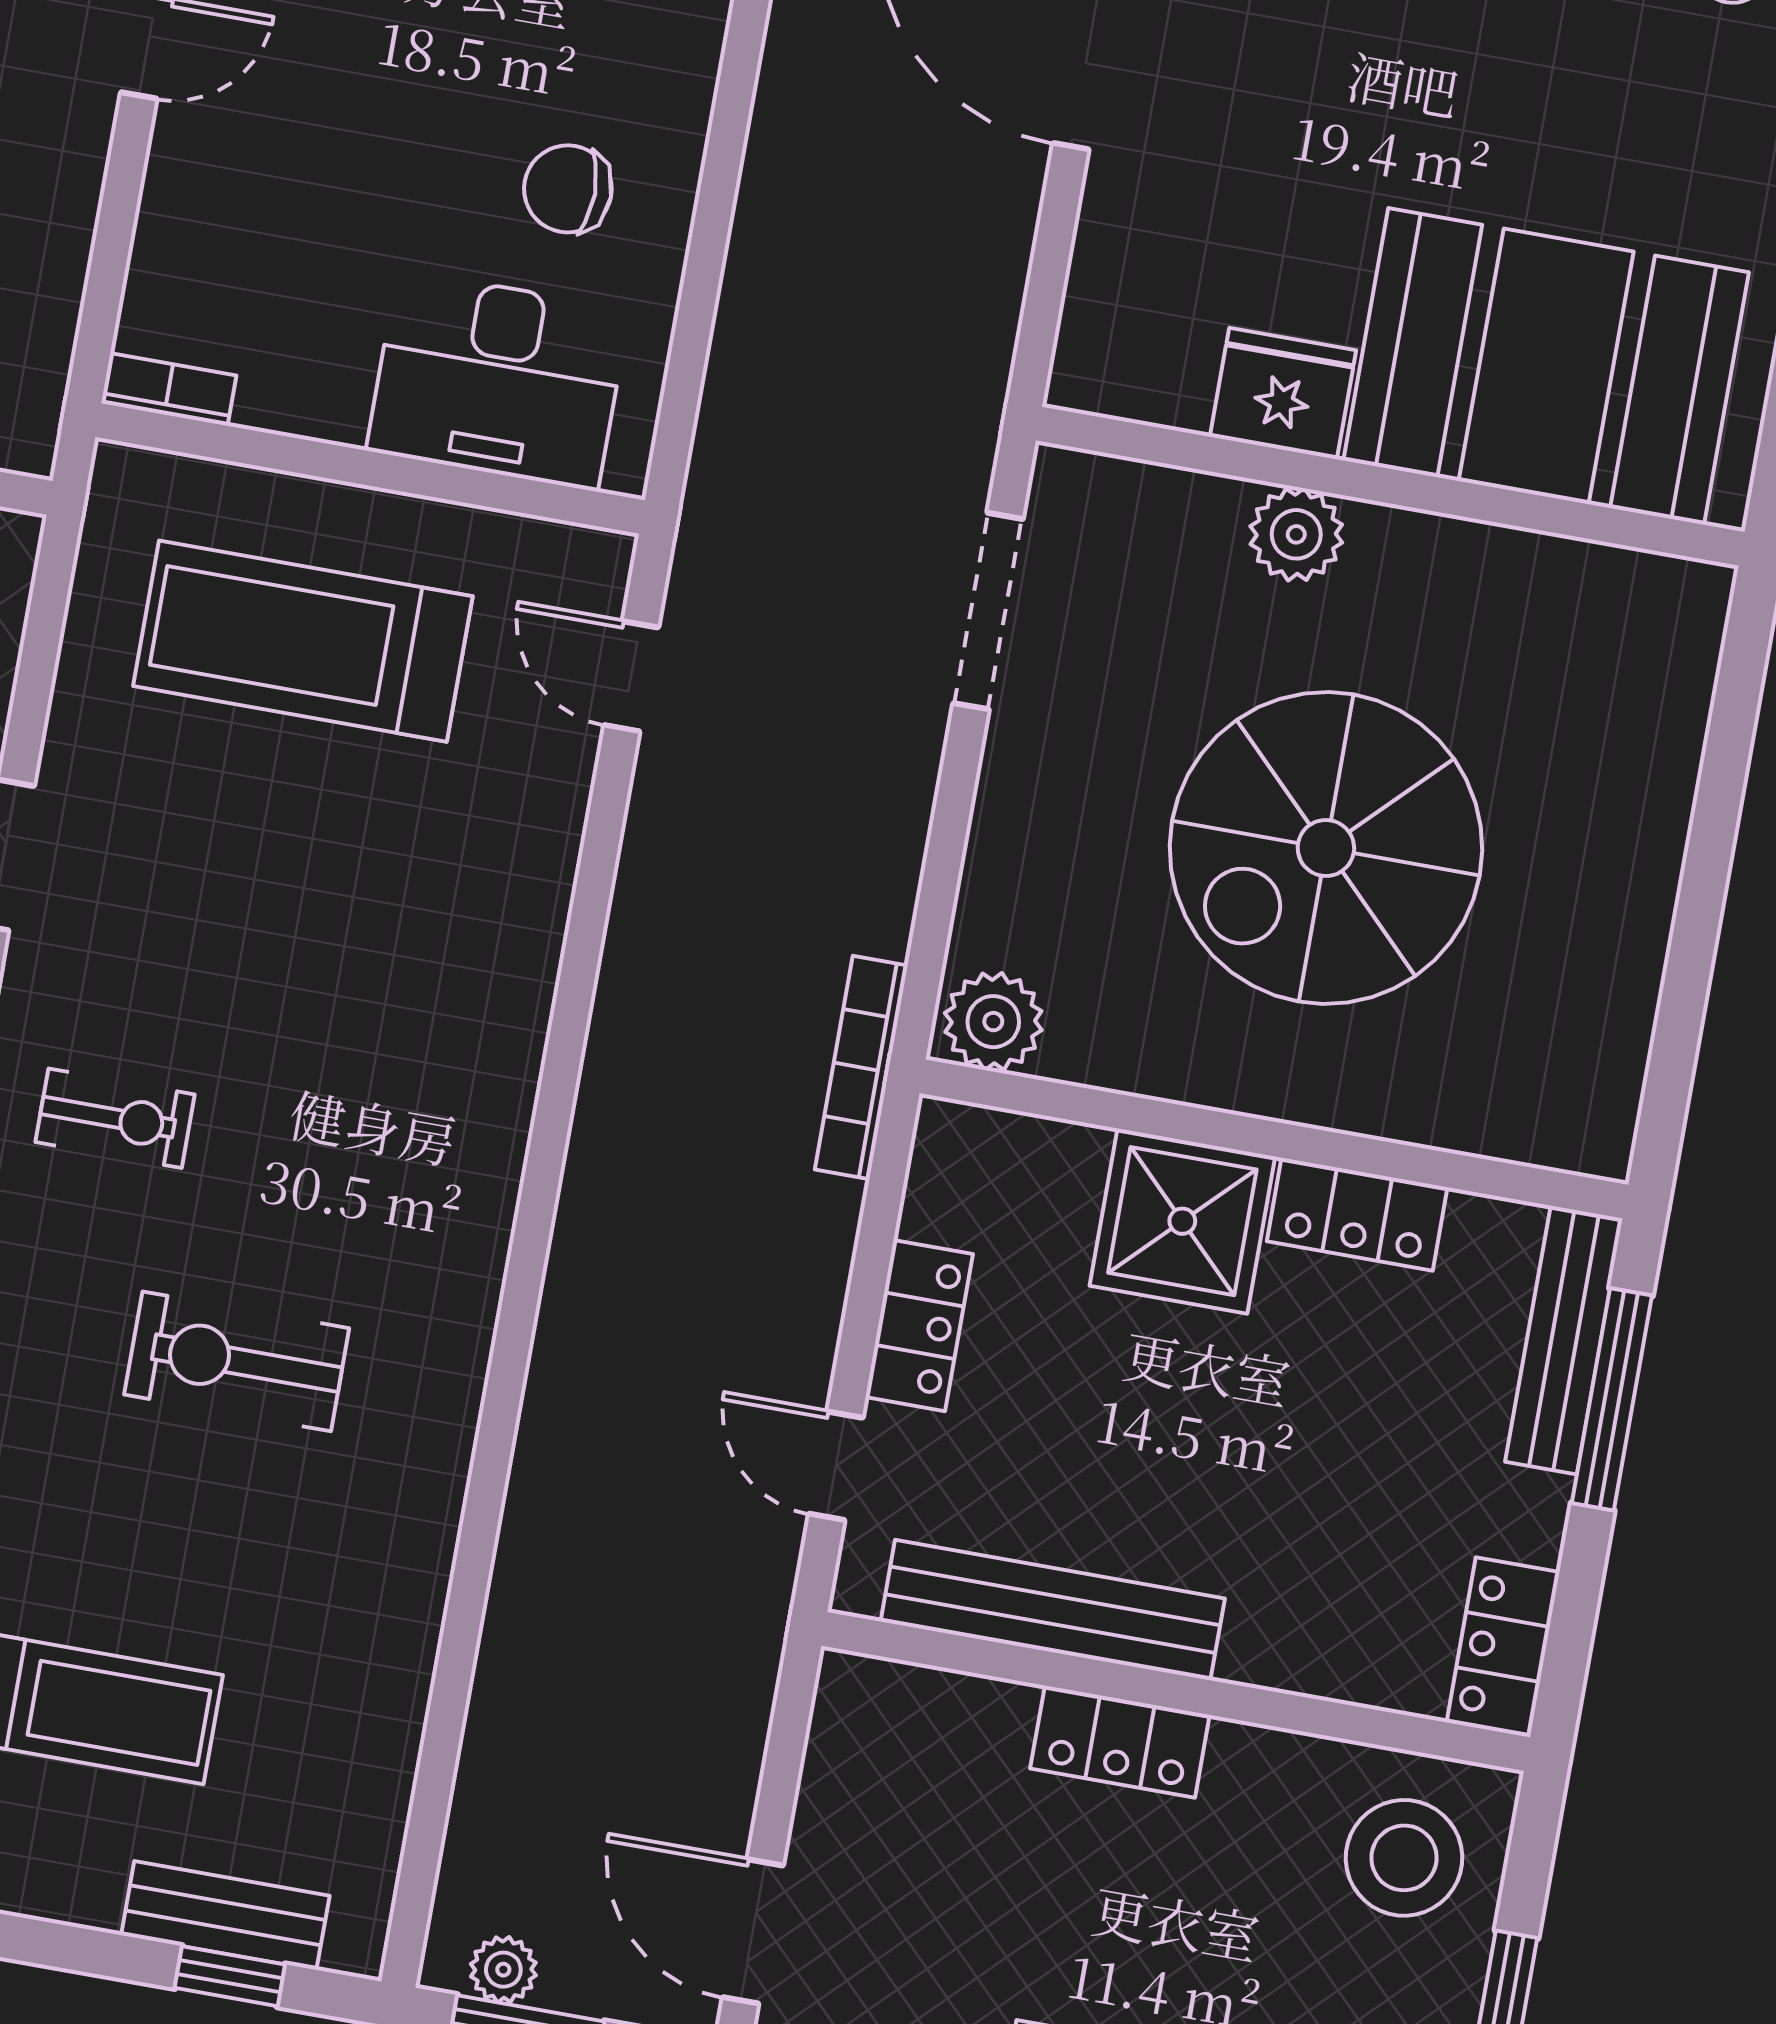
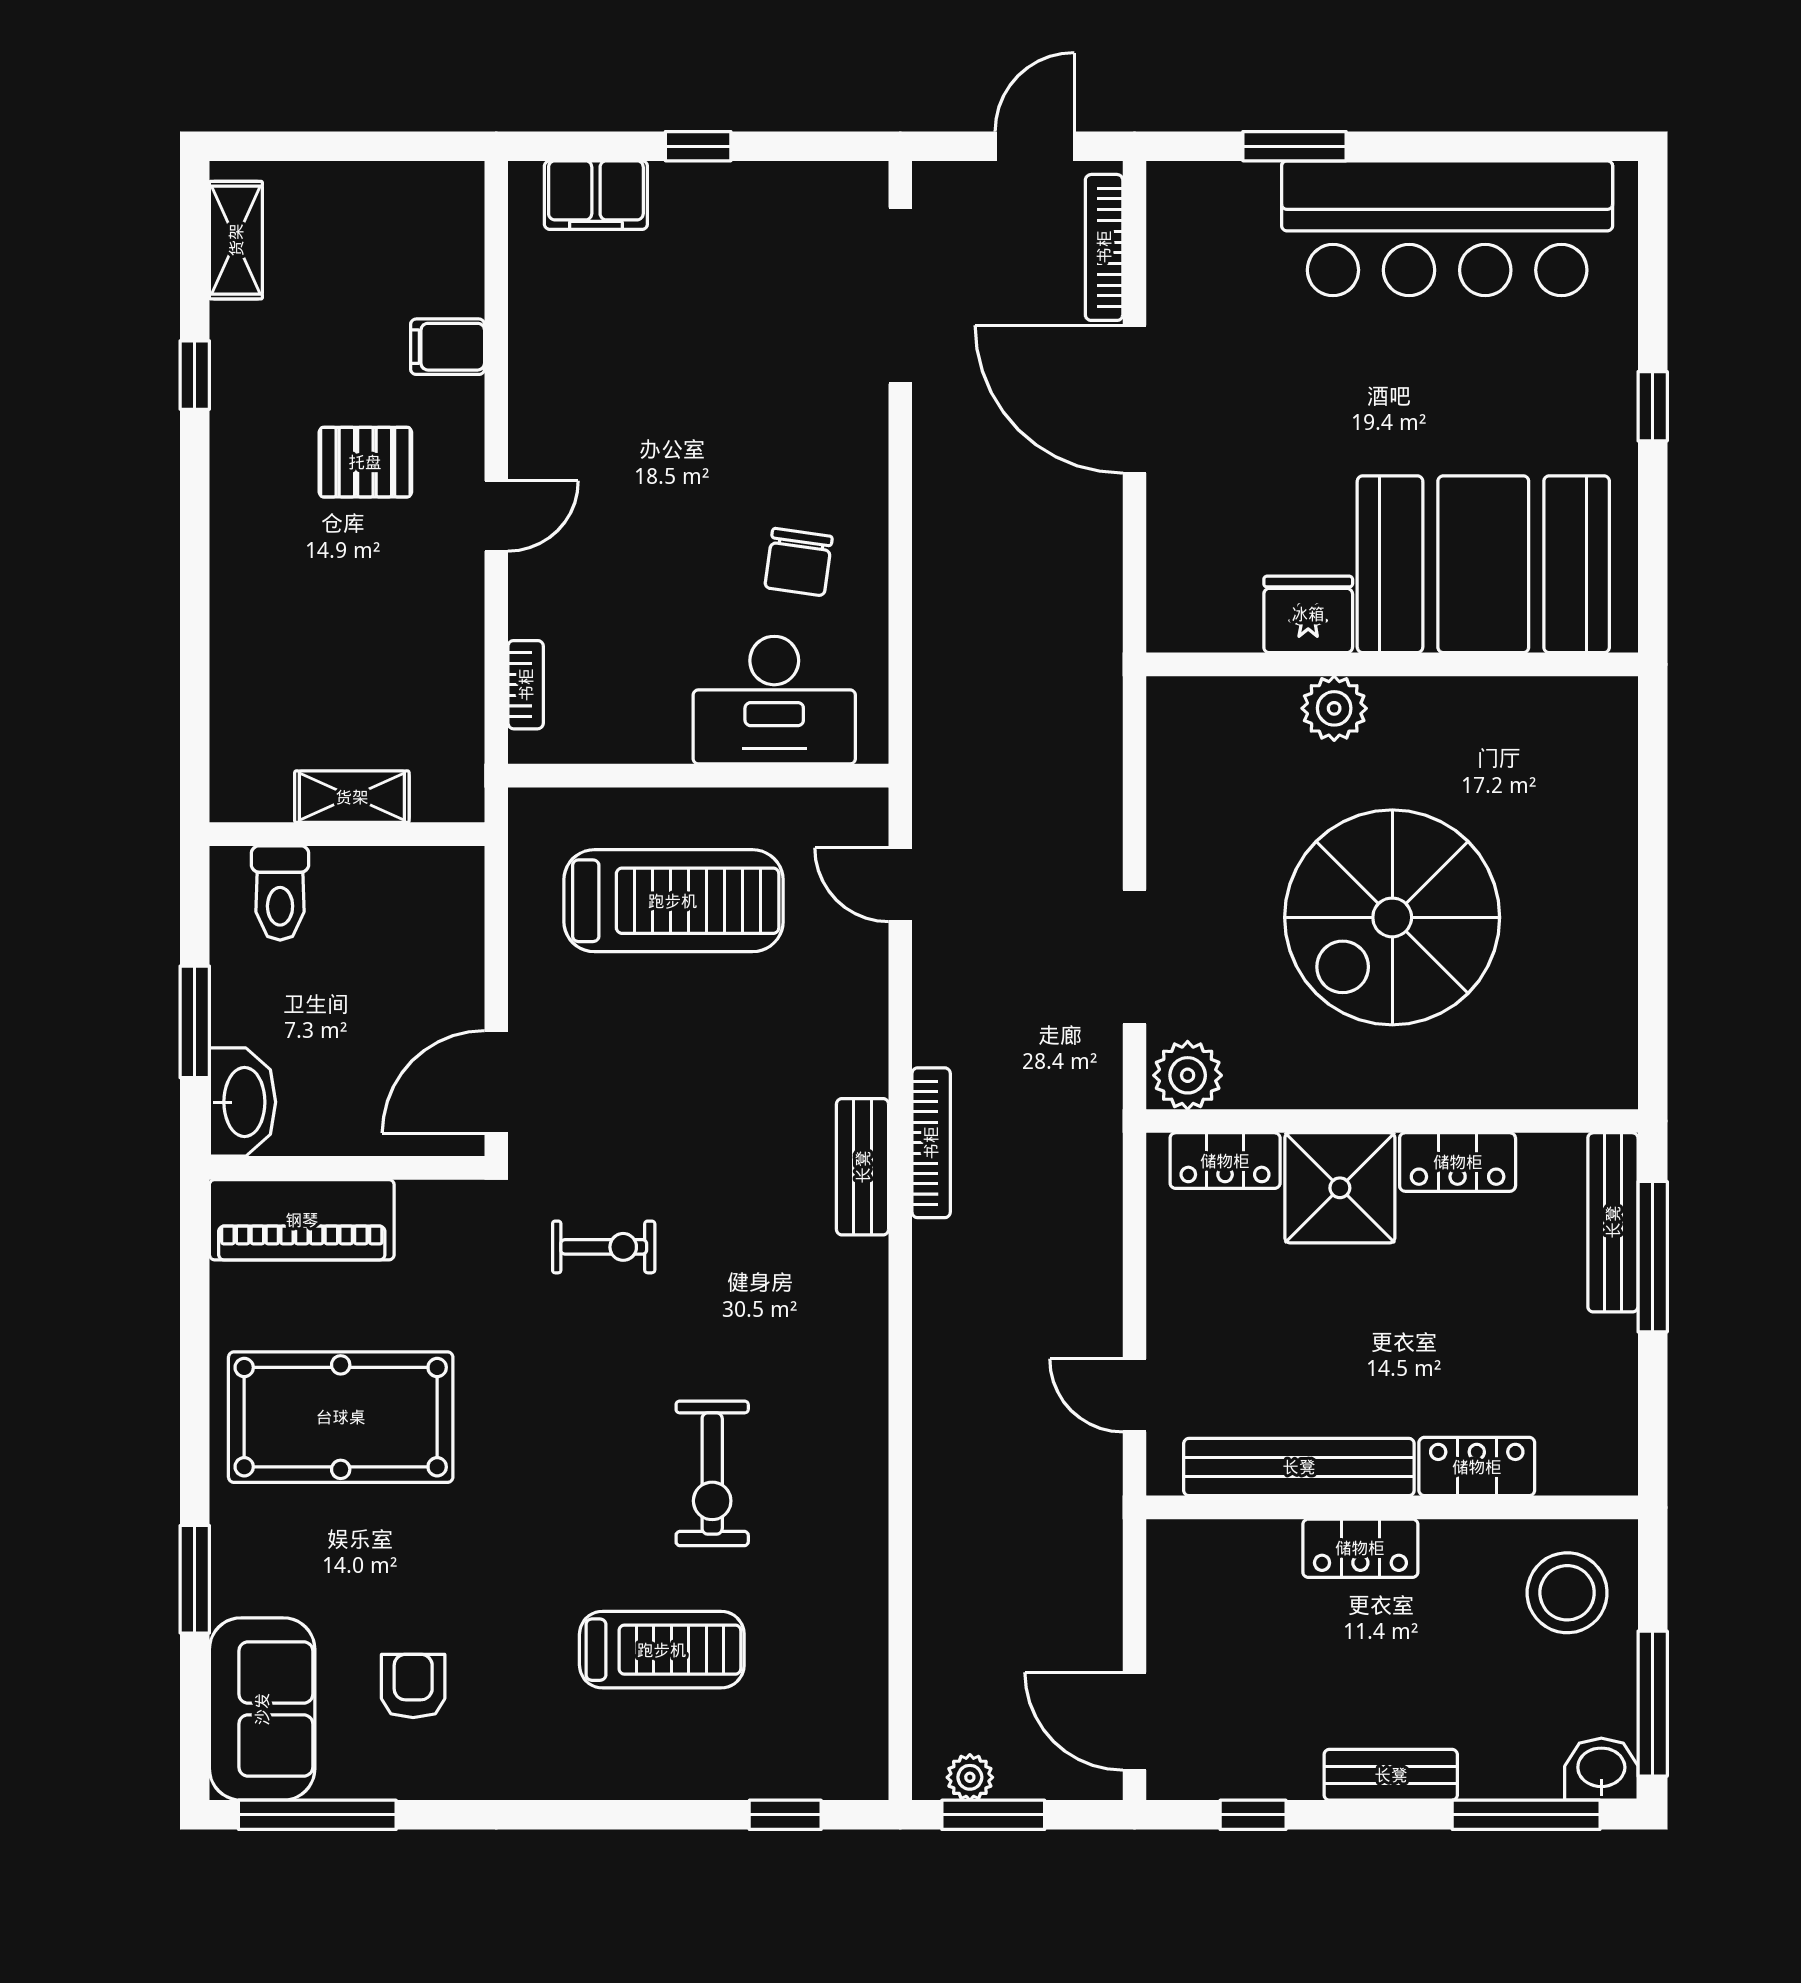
chair: (568, 189) -> (799, 562), turned -82
bookcase: (169, 389) -> (526, 685), moved, turned 90
doorway: (988, 611) -> (1134, 957), moved
treadmill: (303, 641) -> (673, 901), turned 180
bookcase: (861, 1068) -> (931, 1143), moved, turned 180
locker: (919, 1326) -> (1225, 1161), moved, turned 90
exercise bike: (237, 1361) -> (712, 1473), moved, turned -90
locker: (1503, 1647) -> (1477, 1467), moved, turned 90
bench: (225, 1915) -> (863, 1167), moved, turned 90

